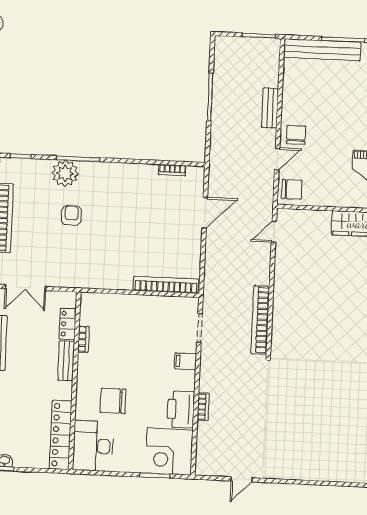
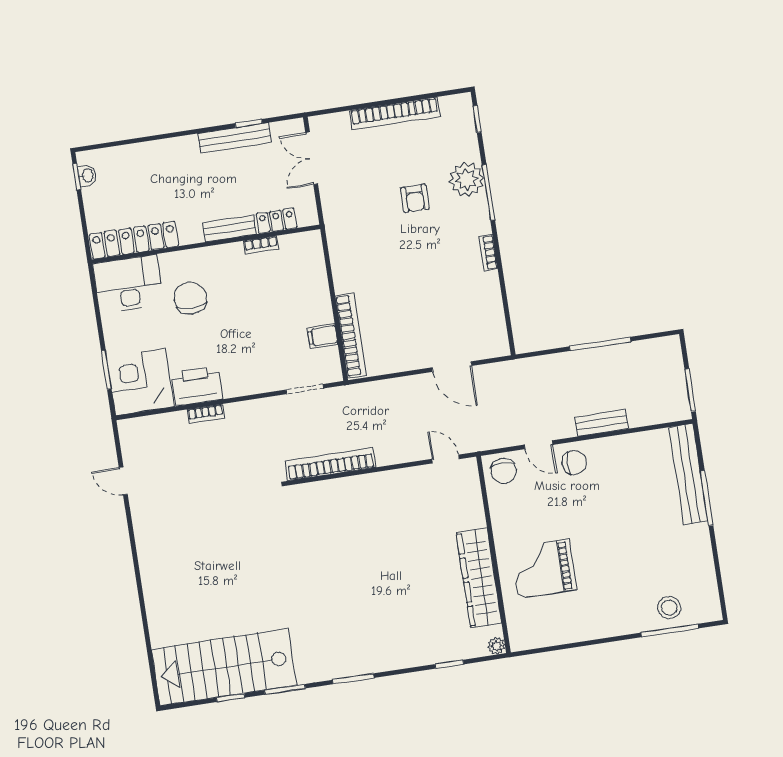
bookcase: (172, 170) -> (488, 253), moved
armchair: (71, 215) -> (415, 198), turned 90
filing cabinet: (185, 361) -> (323, 336), moved, turned -90

